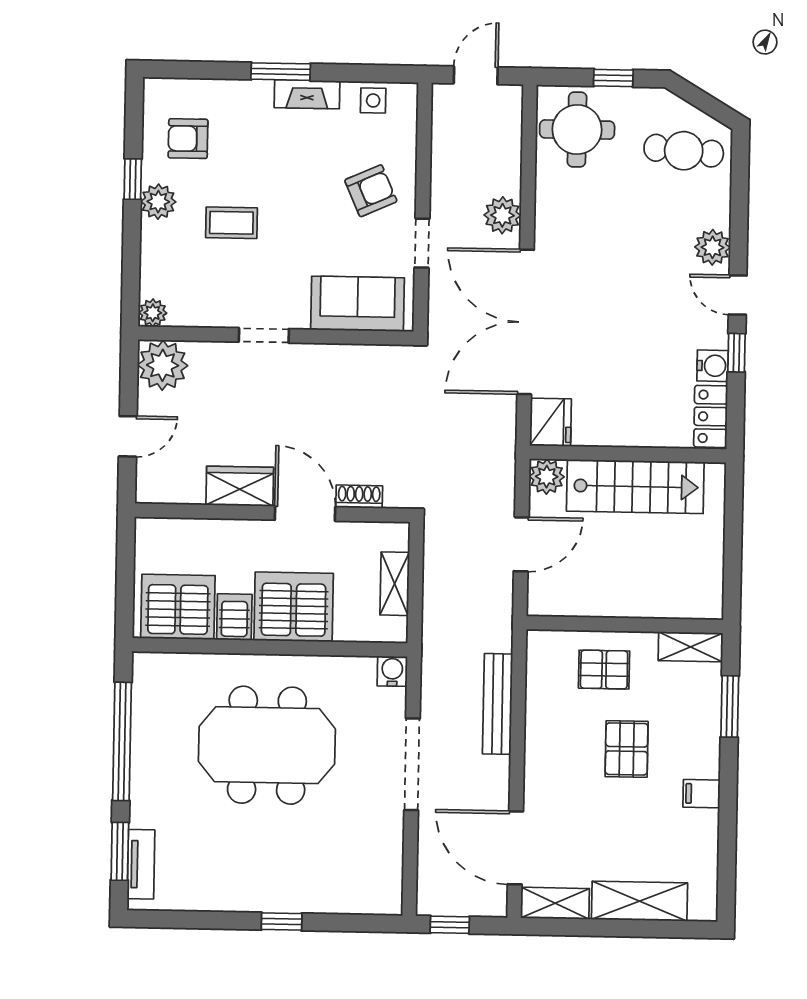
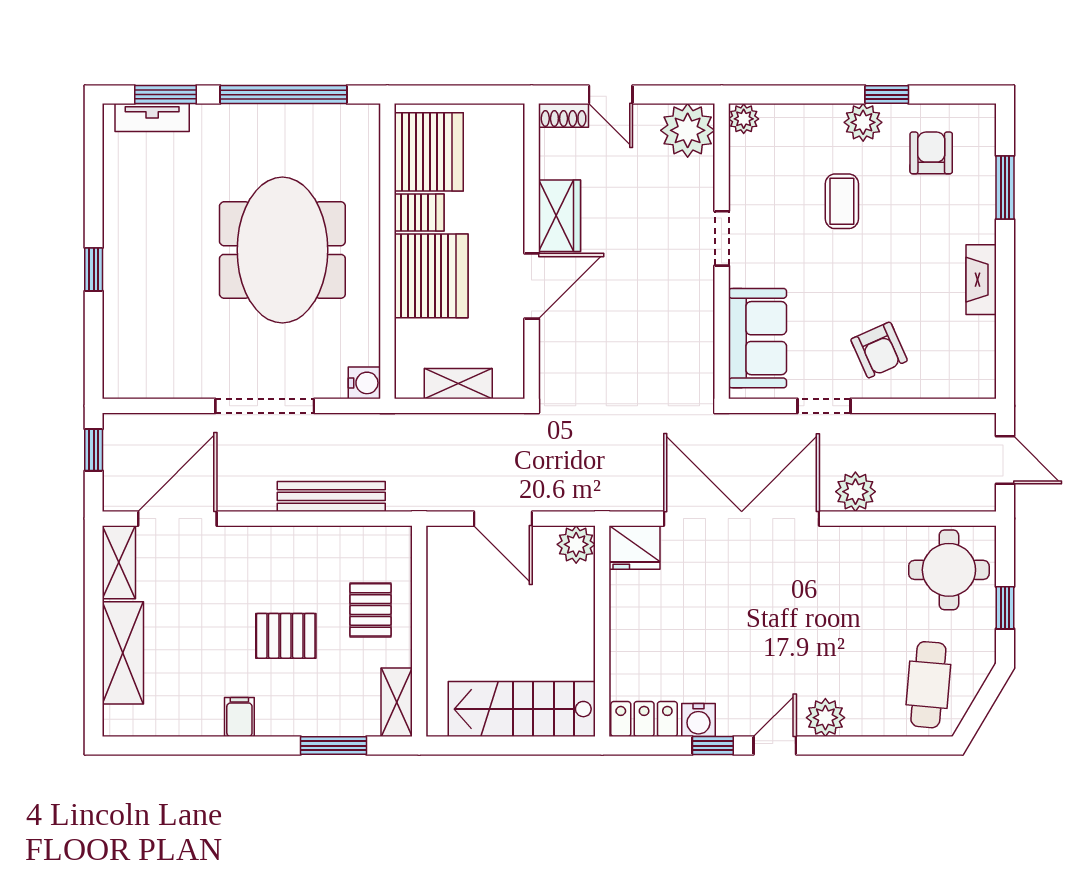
window: (281, 72) -> (1005, 187), moved
side table: (373, 100) -> (976, 351), removed
stairs: (635, 487) -> (522, 709), moved, turned 90
shoe rack: (359, 497) -> (564, 115), moved, turned 90

